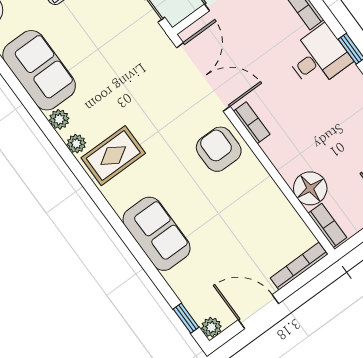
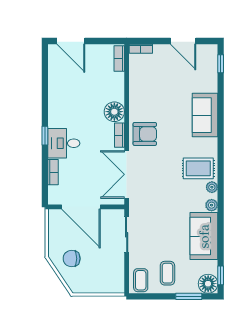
armchair: (219, 149) -> (145, 134), turned -90
floor lamp: (310, 188) -> (114, 112), moved
bookcase: (299, 266) -> (141, 49), width x0.64
plant: (211, 327) -> (212, 50), removed

